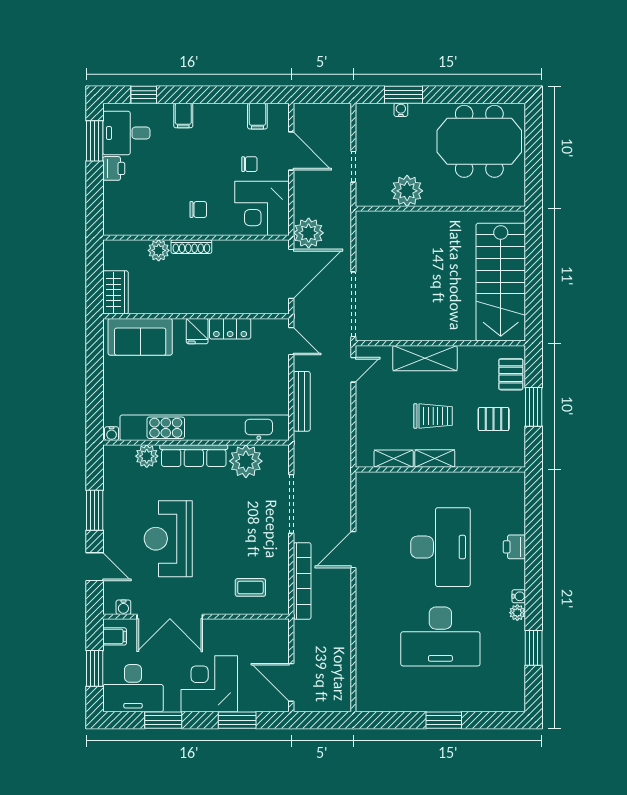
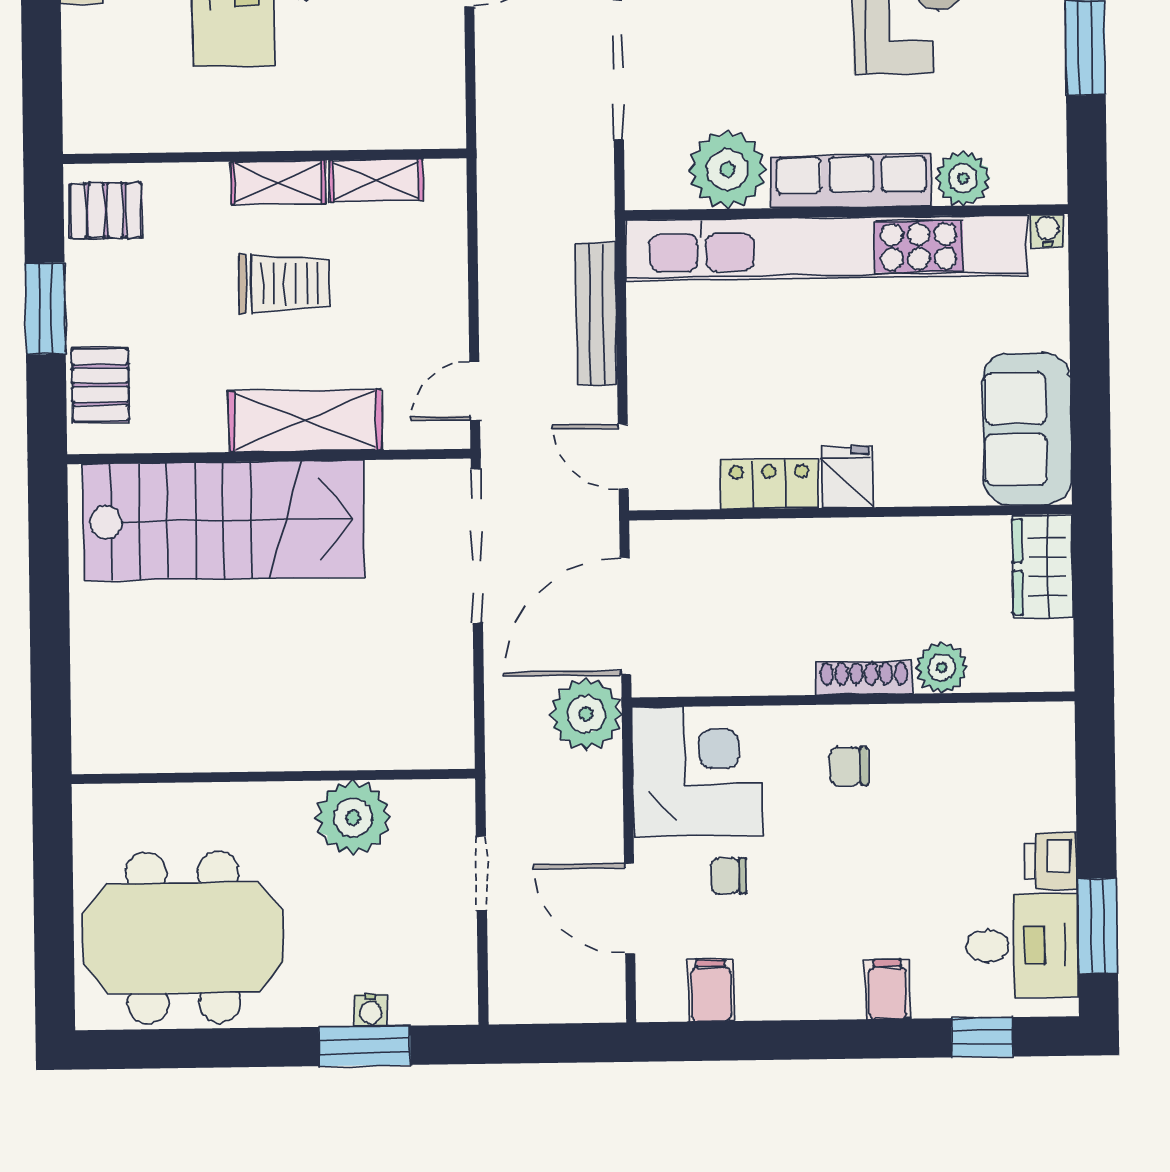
stairs: (501, 282) -> (224, 521), moved, turned 90
sofa: (140, 337) -> (1027, 429), moved, turned -90
trolley: (433, 416) -> (284, 283), turned 180
pallet: (494, 419) -> (106, 211), moved

